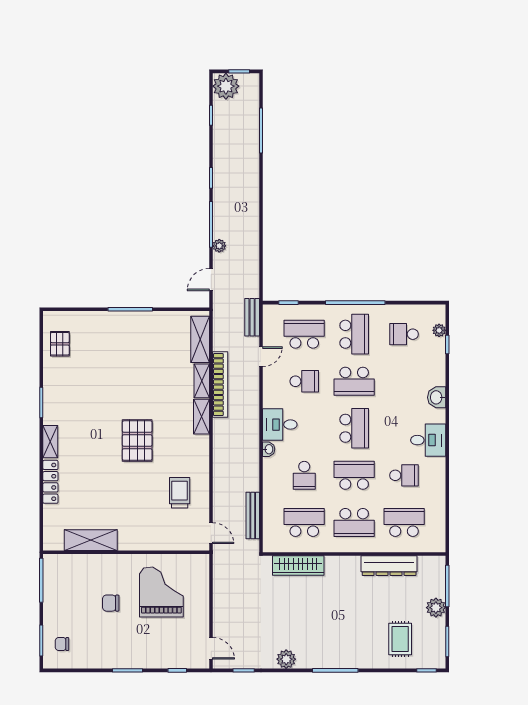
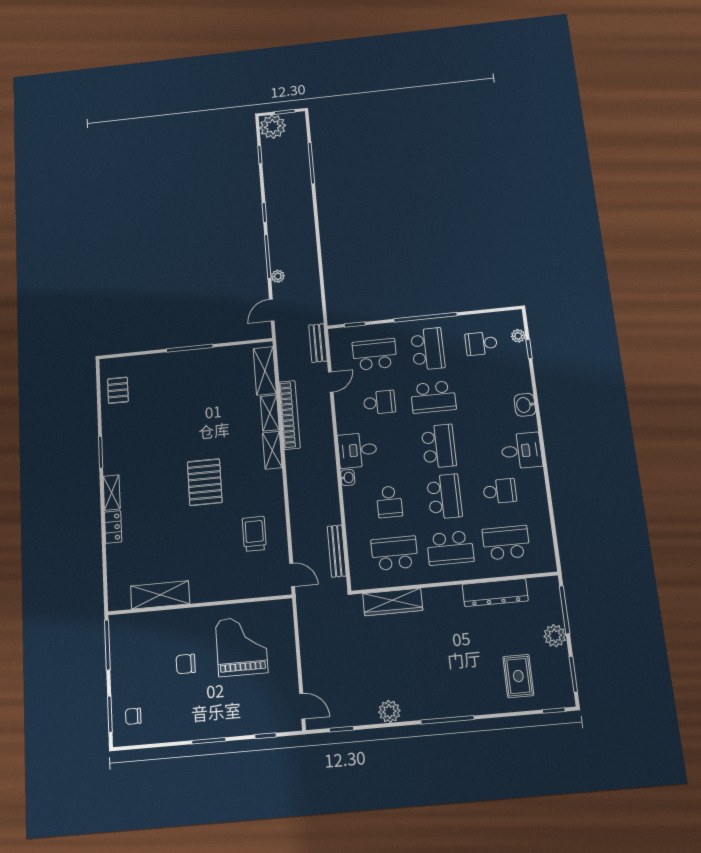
school desk: (354, 475) -> (444, 496), turned 90
locker: (50, 482) -> (113, 527), width x0.66

